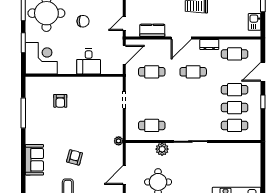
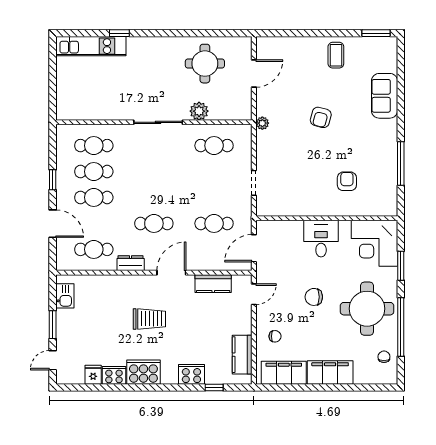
desk: (89, 61) -> (321, 239), moved
door: (263, 72) -> (53, 224), hinge flipped
armchair: (75, 157) -> (321, 117), moved

